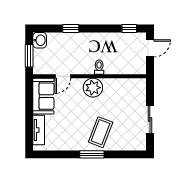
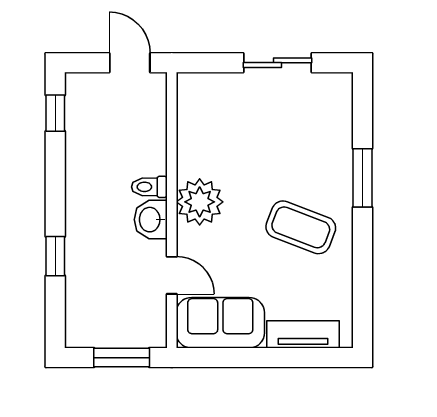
washbasin: (40, 40) -> (151, 220), moved, turned -90
door: (150, 48) -> (130, 63), moved
coffee table: (101, 132) -> (301, 227), moved
window: (92, 154) -> (363, 178), moved

